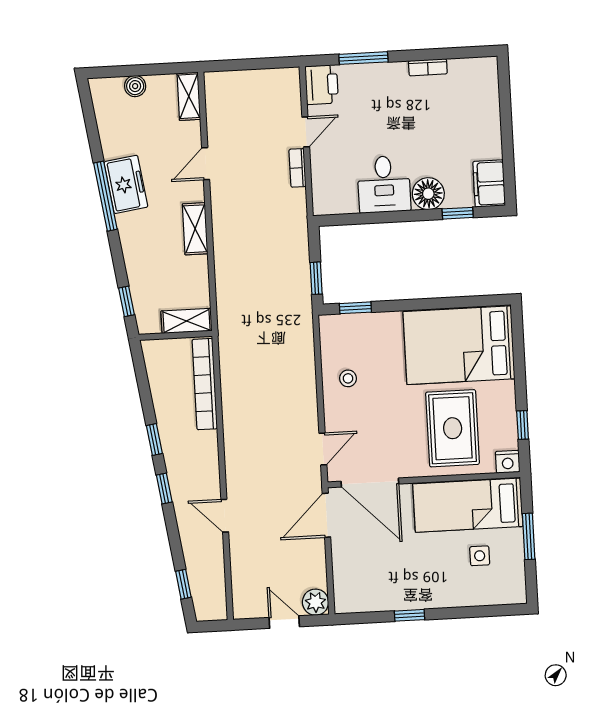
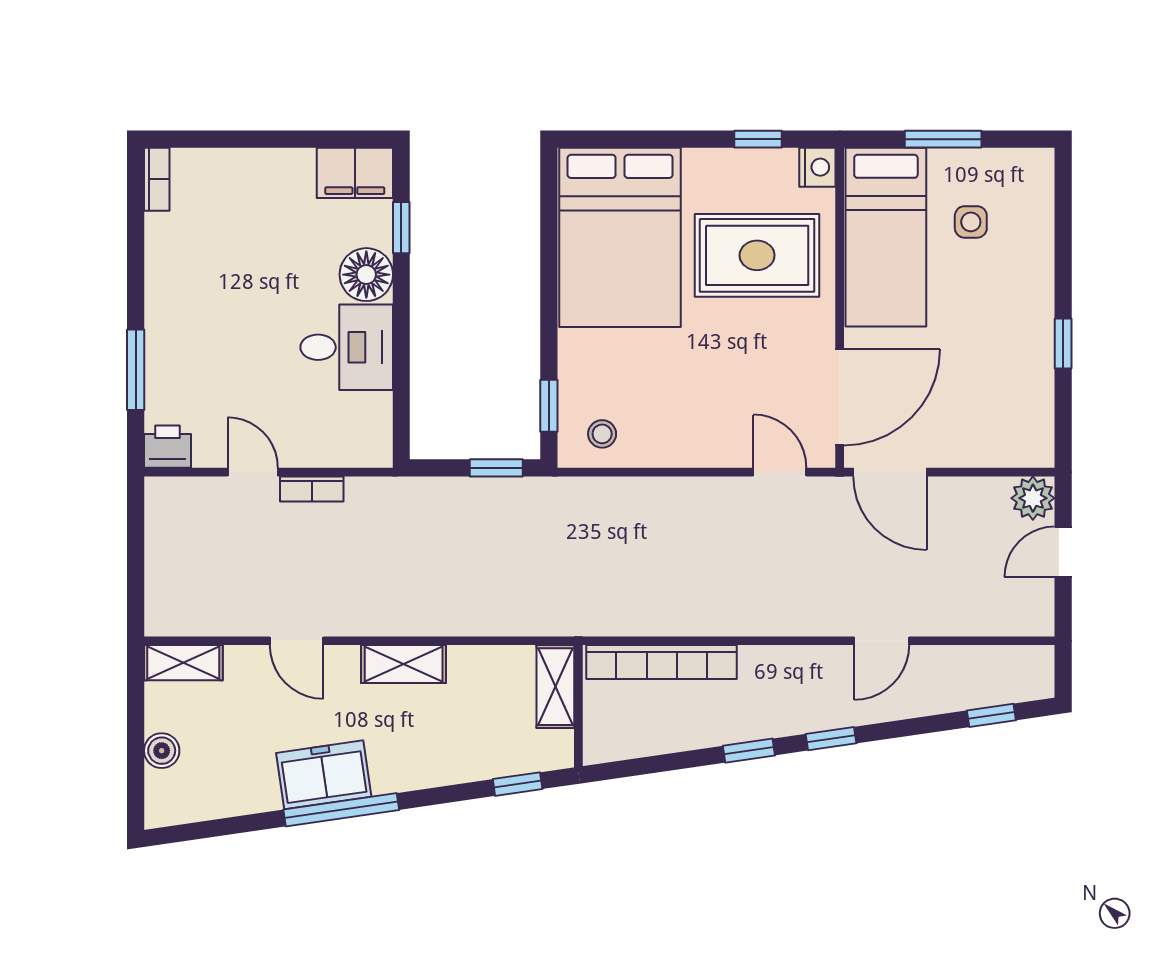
bookcase: (428, 67) -> (157, 179), moved
printer: (322, 85) -> (167, 447), width x0.73, depth x0.81
stool: (348, 378) -> (602, 434), moved

